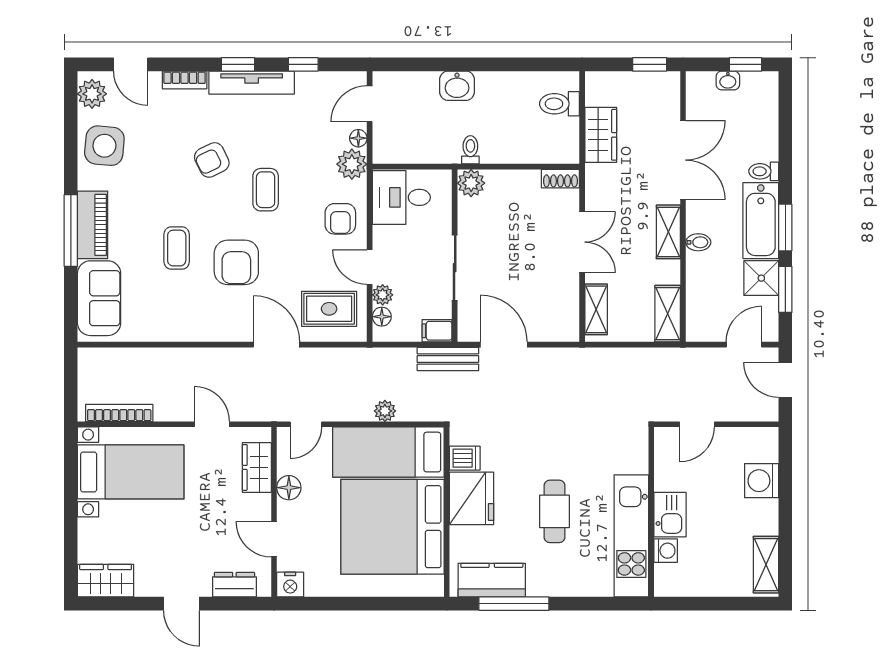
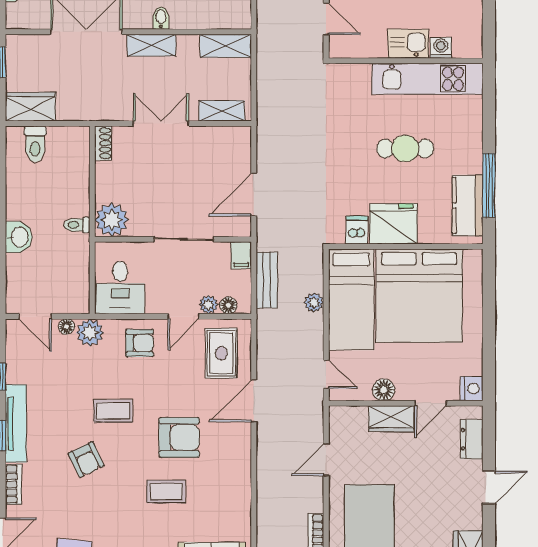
wardrobe: (601, 135) -> (30, 107), moved
plant: (471, 183) -> (112, 220), width x1.36, depth x1.36
bench: (448, 359) -> (267, 280), moved
wardrobe: (257, 467) -> (391, 419), moved

